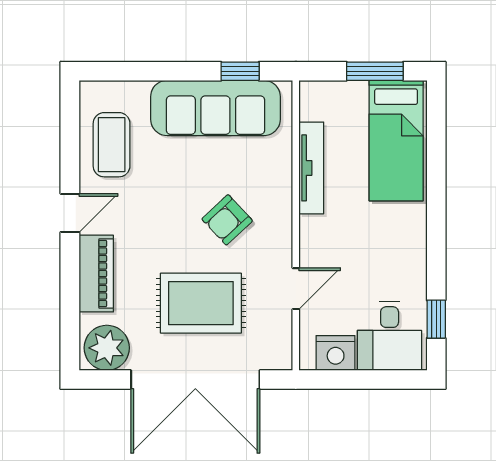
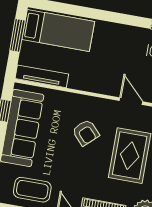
tv unit: (311, 168) -> (42, 76), moved

